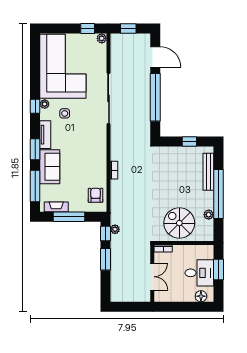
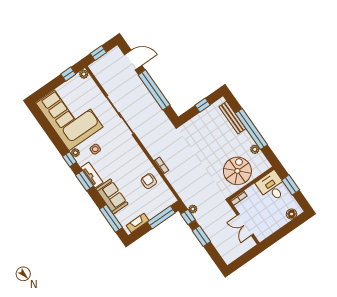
window: (35, 149) -> (85, 181), moved
armchair: (96, 195) -> (149, 181), moved
window: (69, 217) -> (161, 217), moved
spiral stairs: (179, 223) -> (237, 171), turned 90
desk: (199, 273) -> (272, 187), moved, turned -90
double door: (152, 277) -> (245, 225), swing flipped

